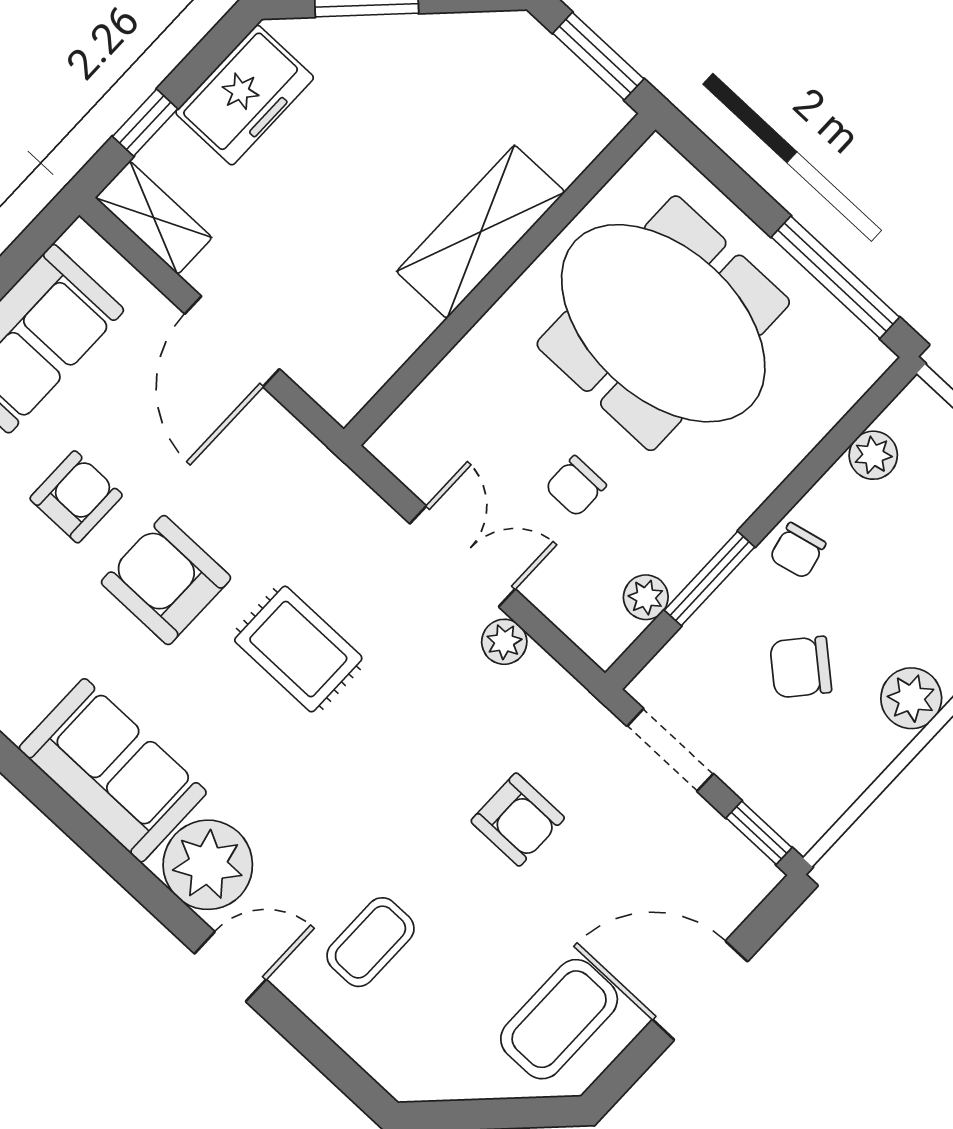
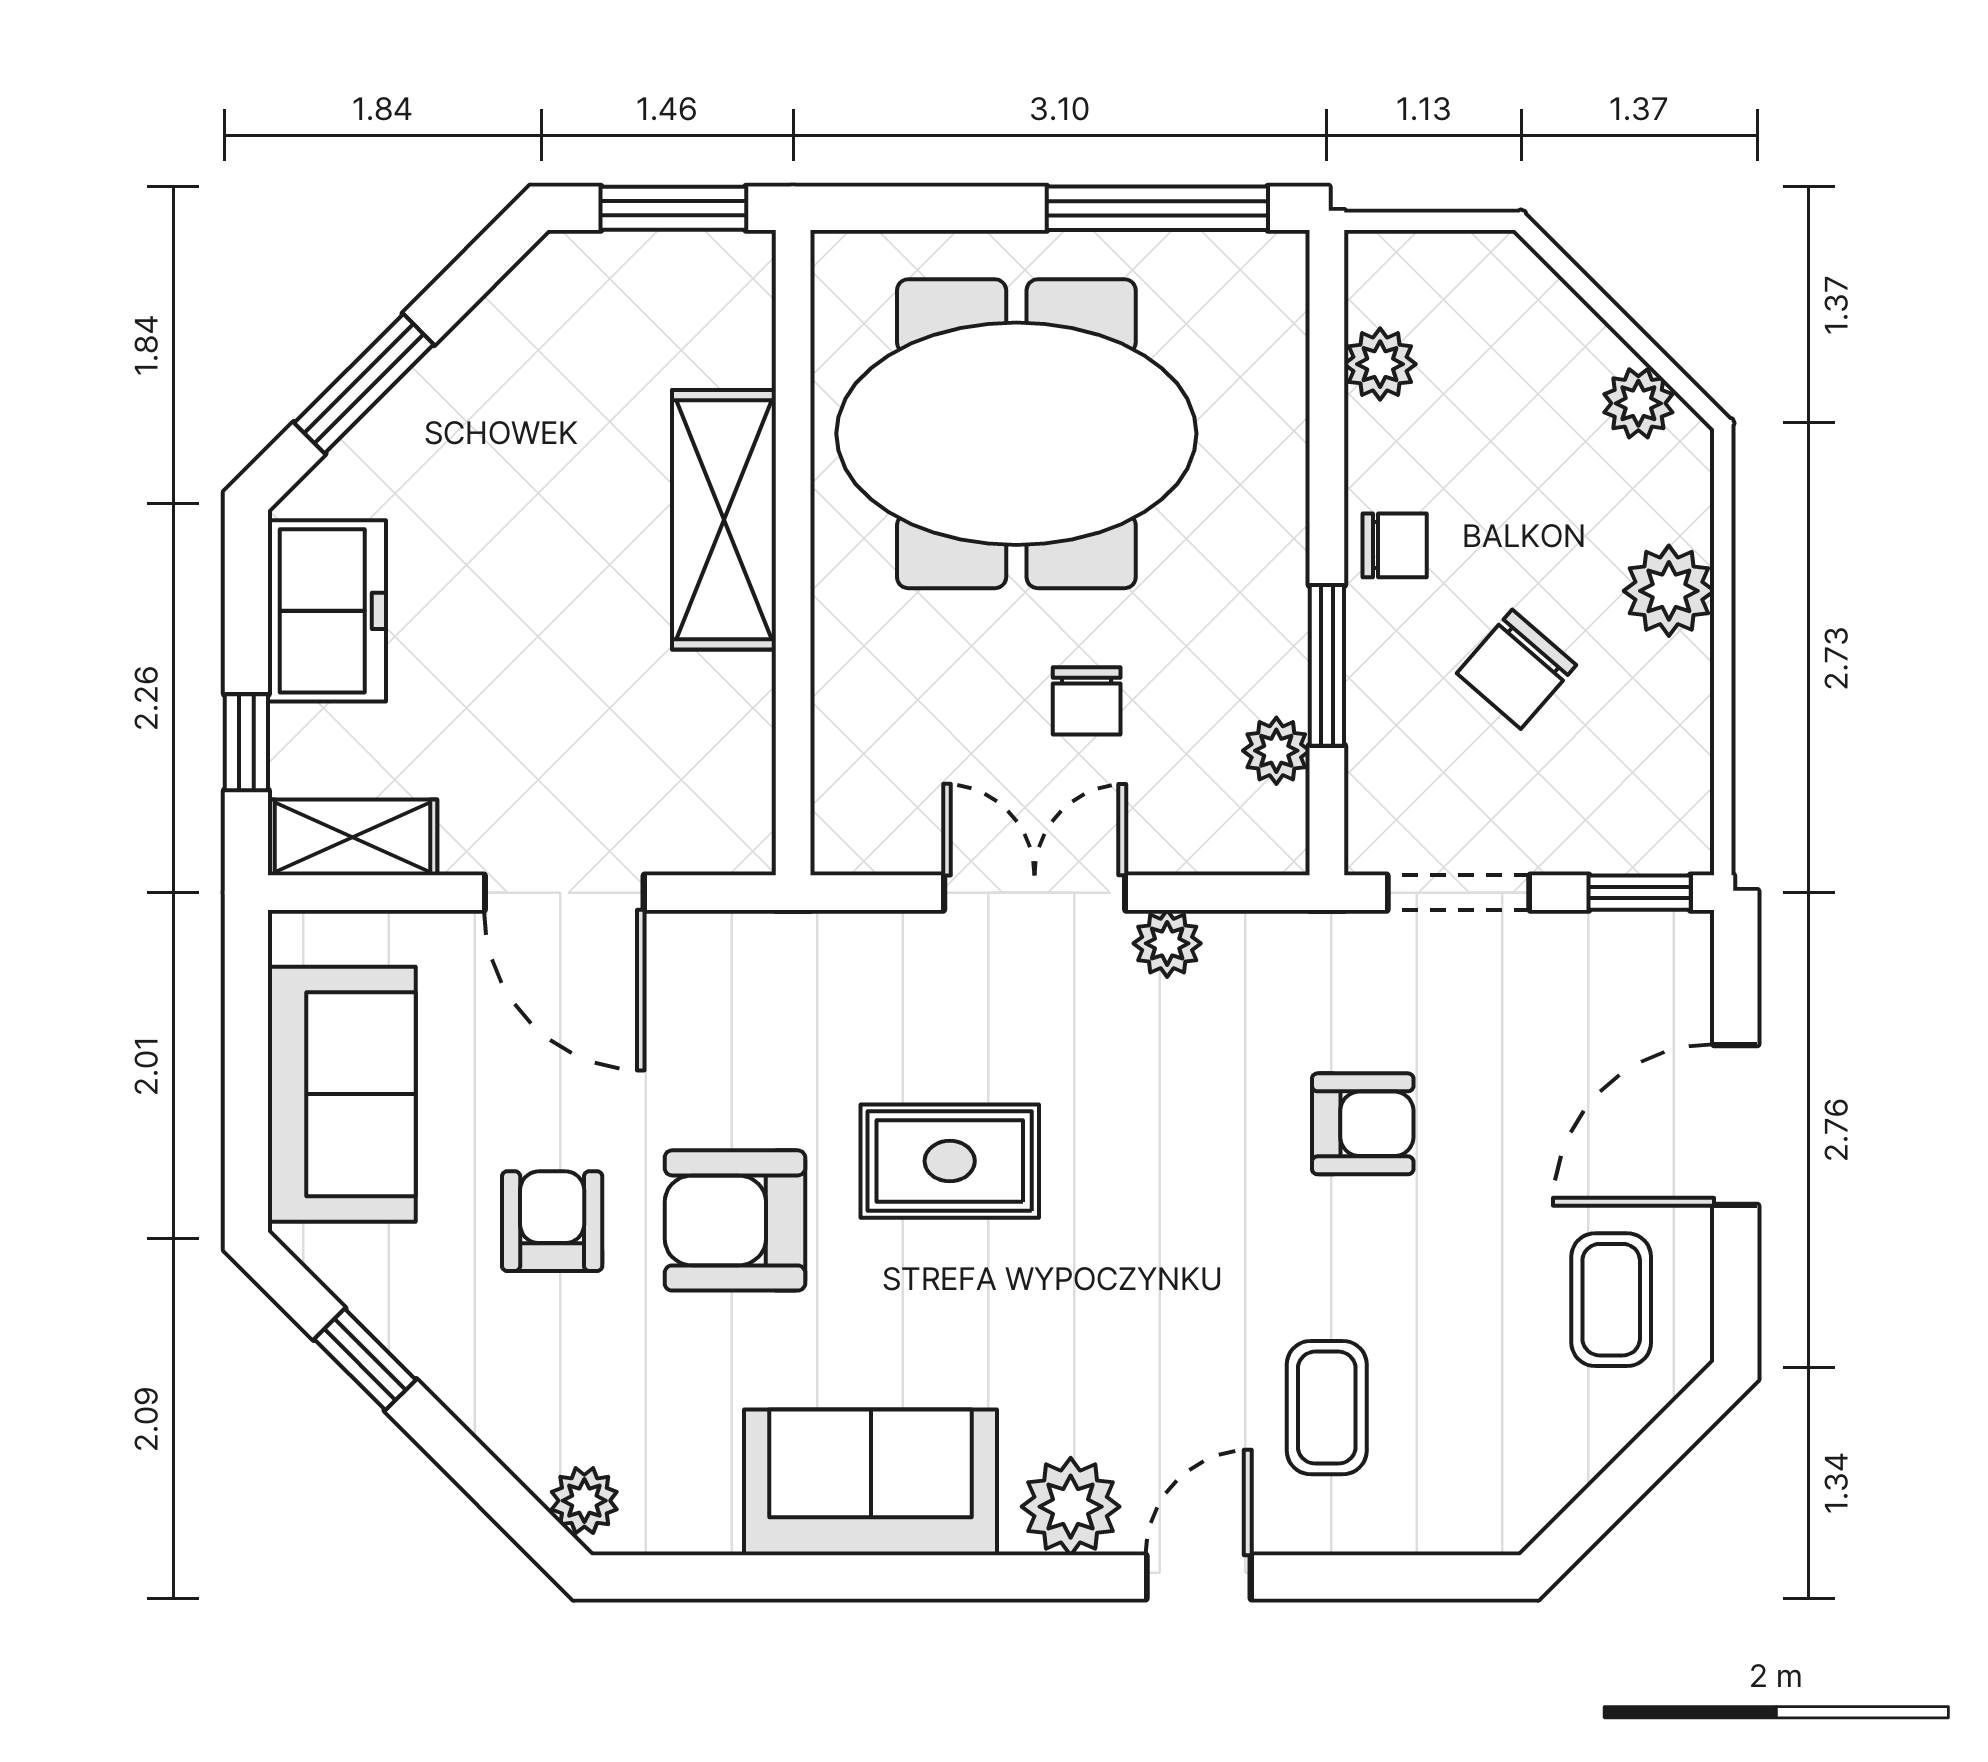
chair: (798, 551) -> (1395, 545), turned -77
plant: (208, 865) -> (1071, 1507), width x0.73, depth x0.73
coffee table: (559, 1019) -> (1611, 1300), width x0.73, depth x0.77

